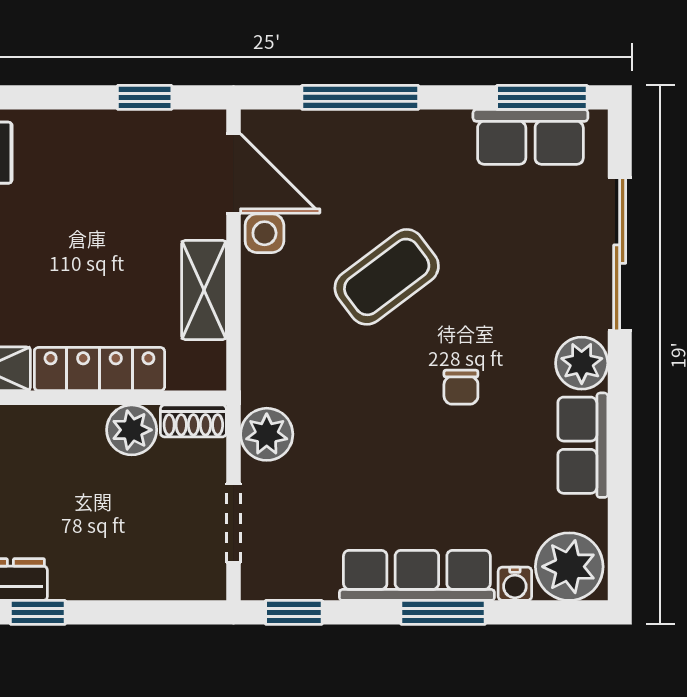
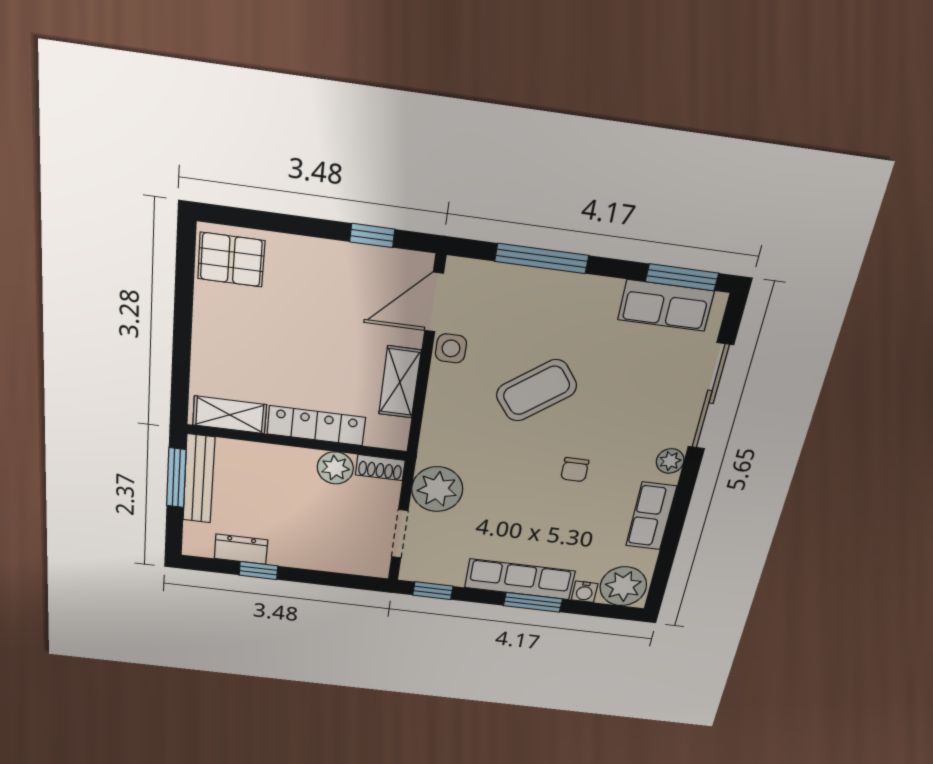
door: (233, 173) -> (434, 302), swing flipped
plant: (582, 363) -> (670, 461), width x0.73, depth x0.73
plant: (267, 434) -> (437, 489), width x1.36, depth x1.36

